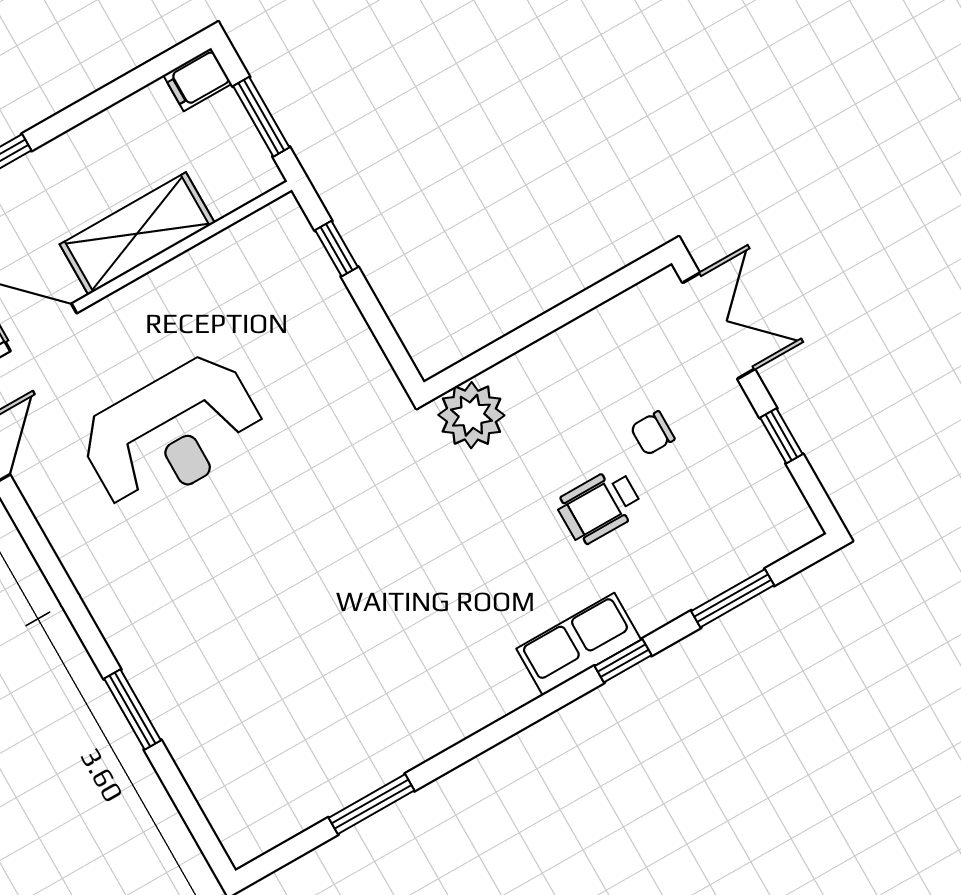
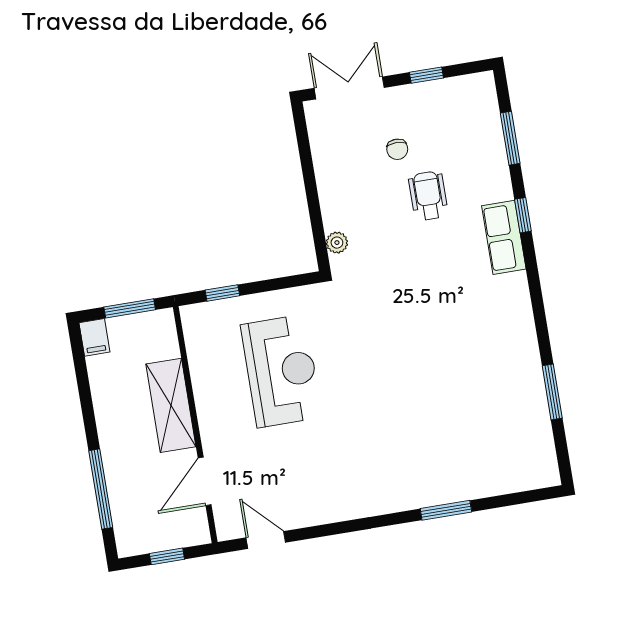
plant: (471, 415) -> (337, 243), width x0.53, depth x0.53
reception desk: (172, 433) -> (281, 371), moved
wheelchair: (599, 506) -> (428, 196), turned 180

